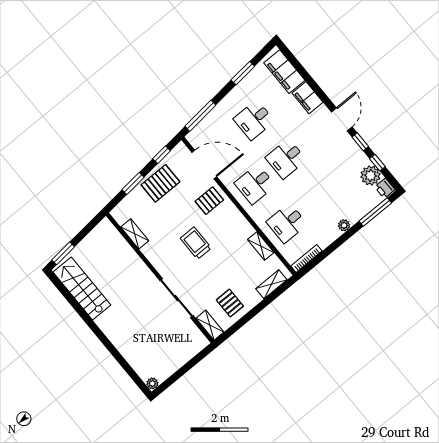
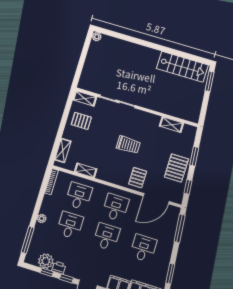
printer: (385, 188) -> (59, 268), moved
desk: (318, 197) -> (70, 225), added

